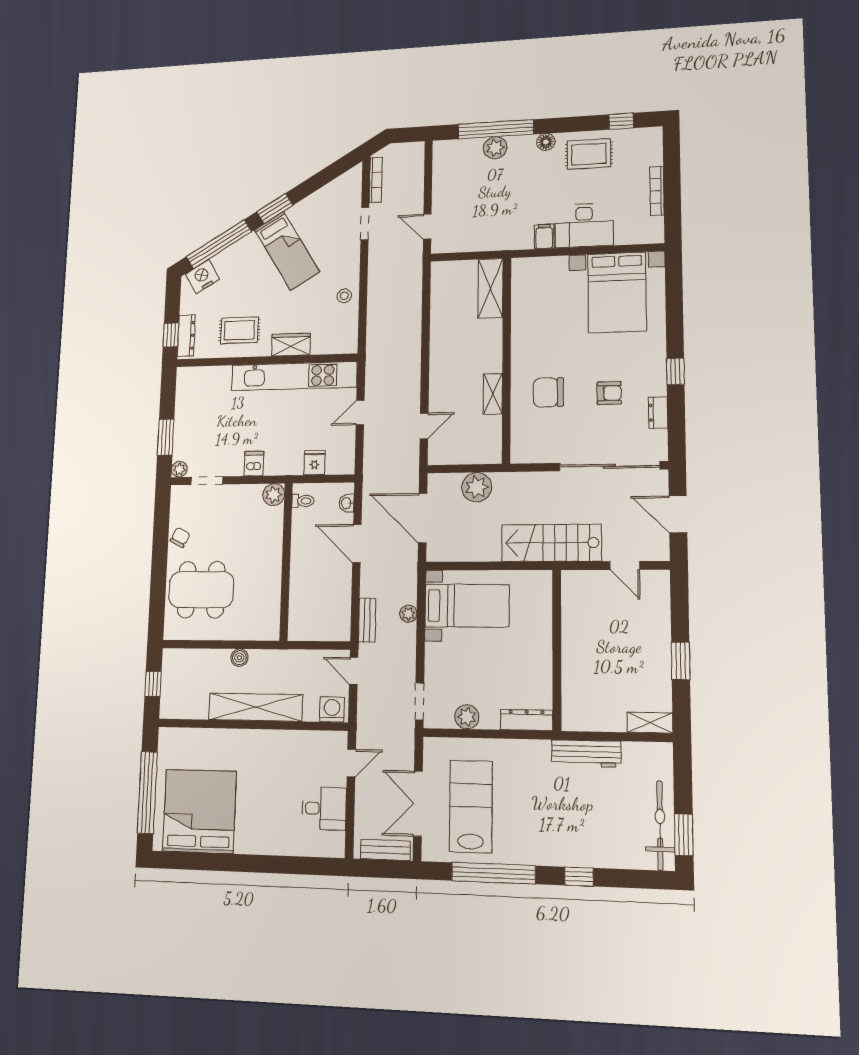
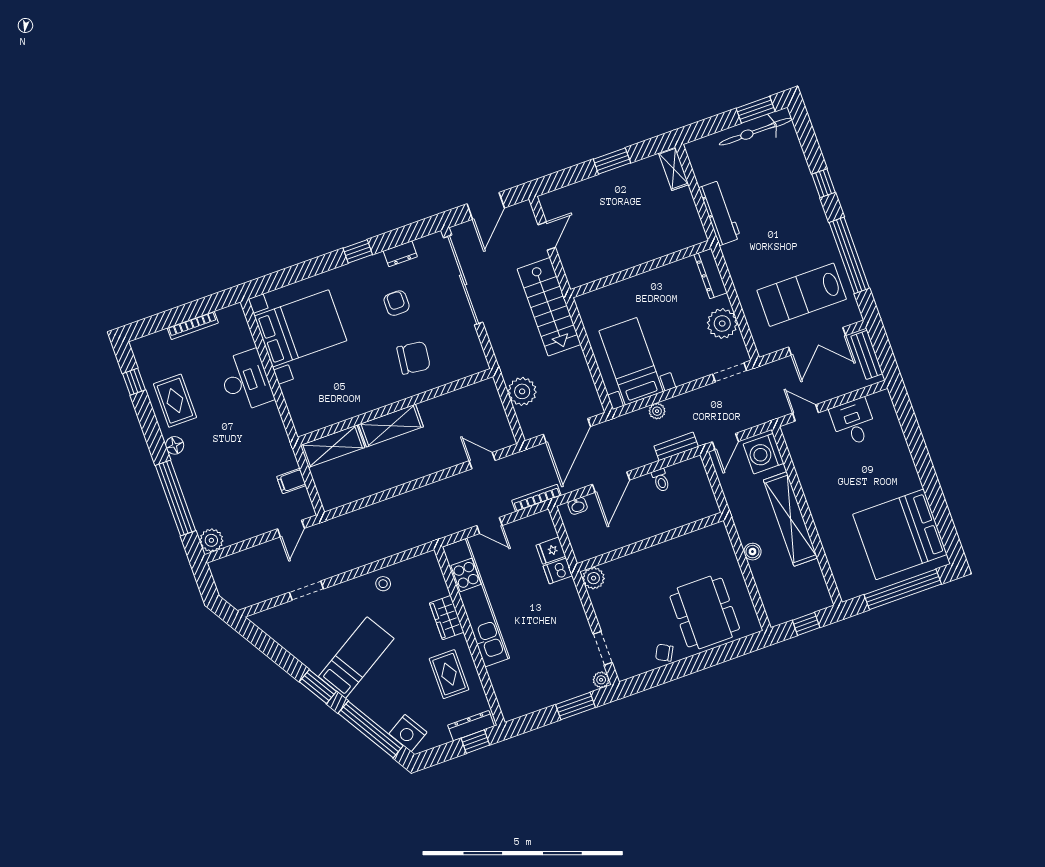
plant: (495, 148) -> (211, 540), moved
bookcase: (376, 180) -> (536, 498), moved
filing cabinet: (544, 236) -> (291, 481), moved
chair: (548, 392) -> (414, 358), turned -83
shelving: (493, 394) -> (391, 426), moved, width x1.50, depth x1.33
dishwasher: (254, 464) -> (558, 571), moved
toilet: (303, 501) -> (661, 480), moved, turned 180
washing machine: (332, 709) -> (763, 454), width x1.37, depth x1.37
plant: (467, 717) -> (722, 323), width x1.36, depth x1.36

